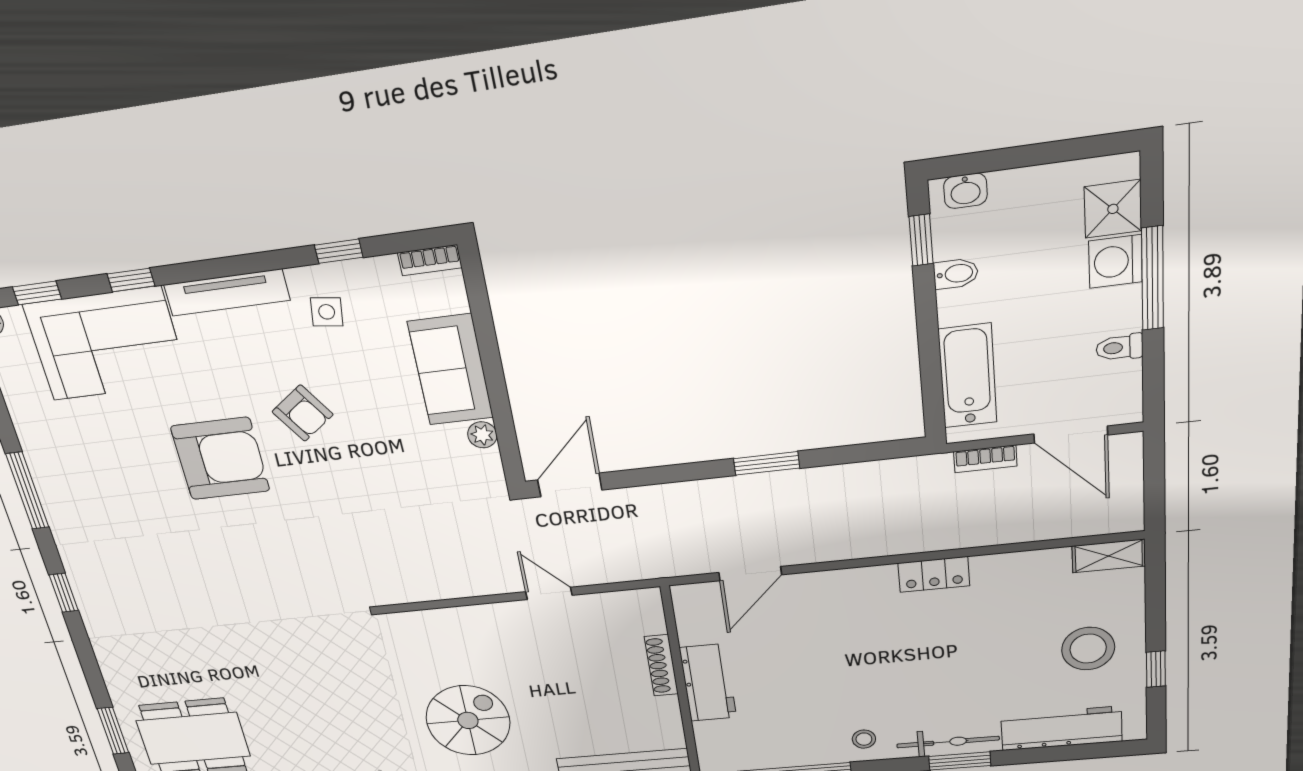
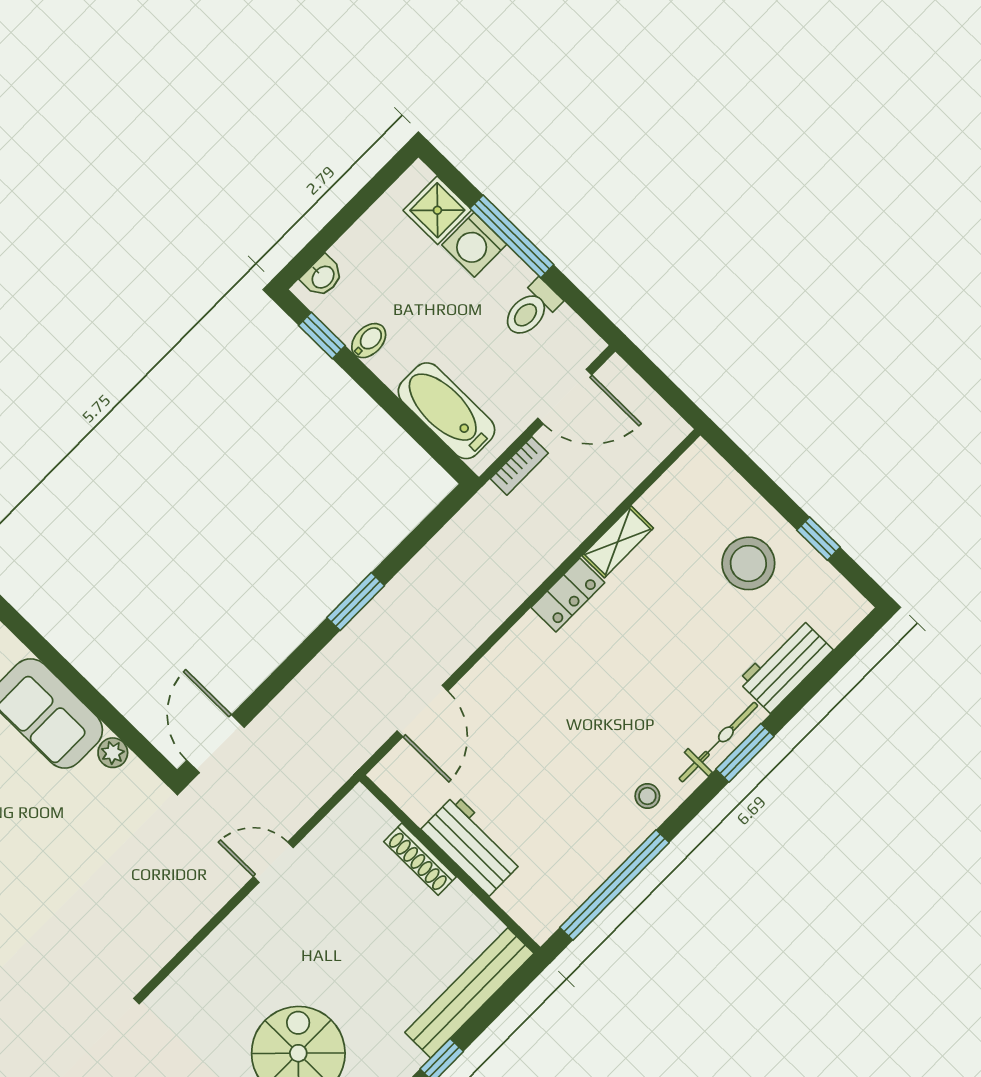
toilet: (1119, 347) -> (531, 309), width x1.37, depth x1.39
shelving: (1109, 556) -> (618, 542), moved
workbench: (1061, 728) -> (785, 665), width x0.73

